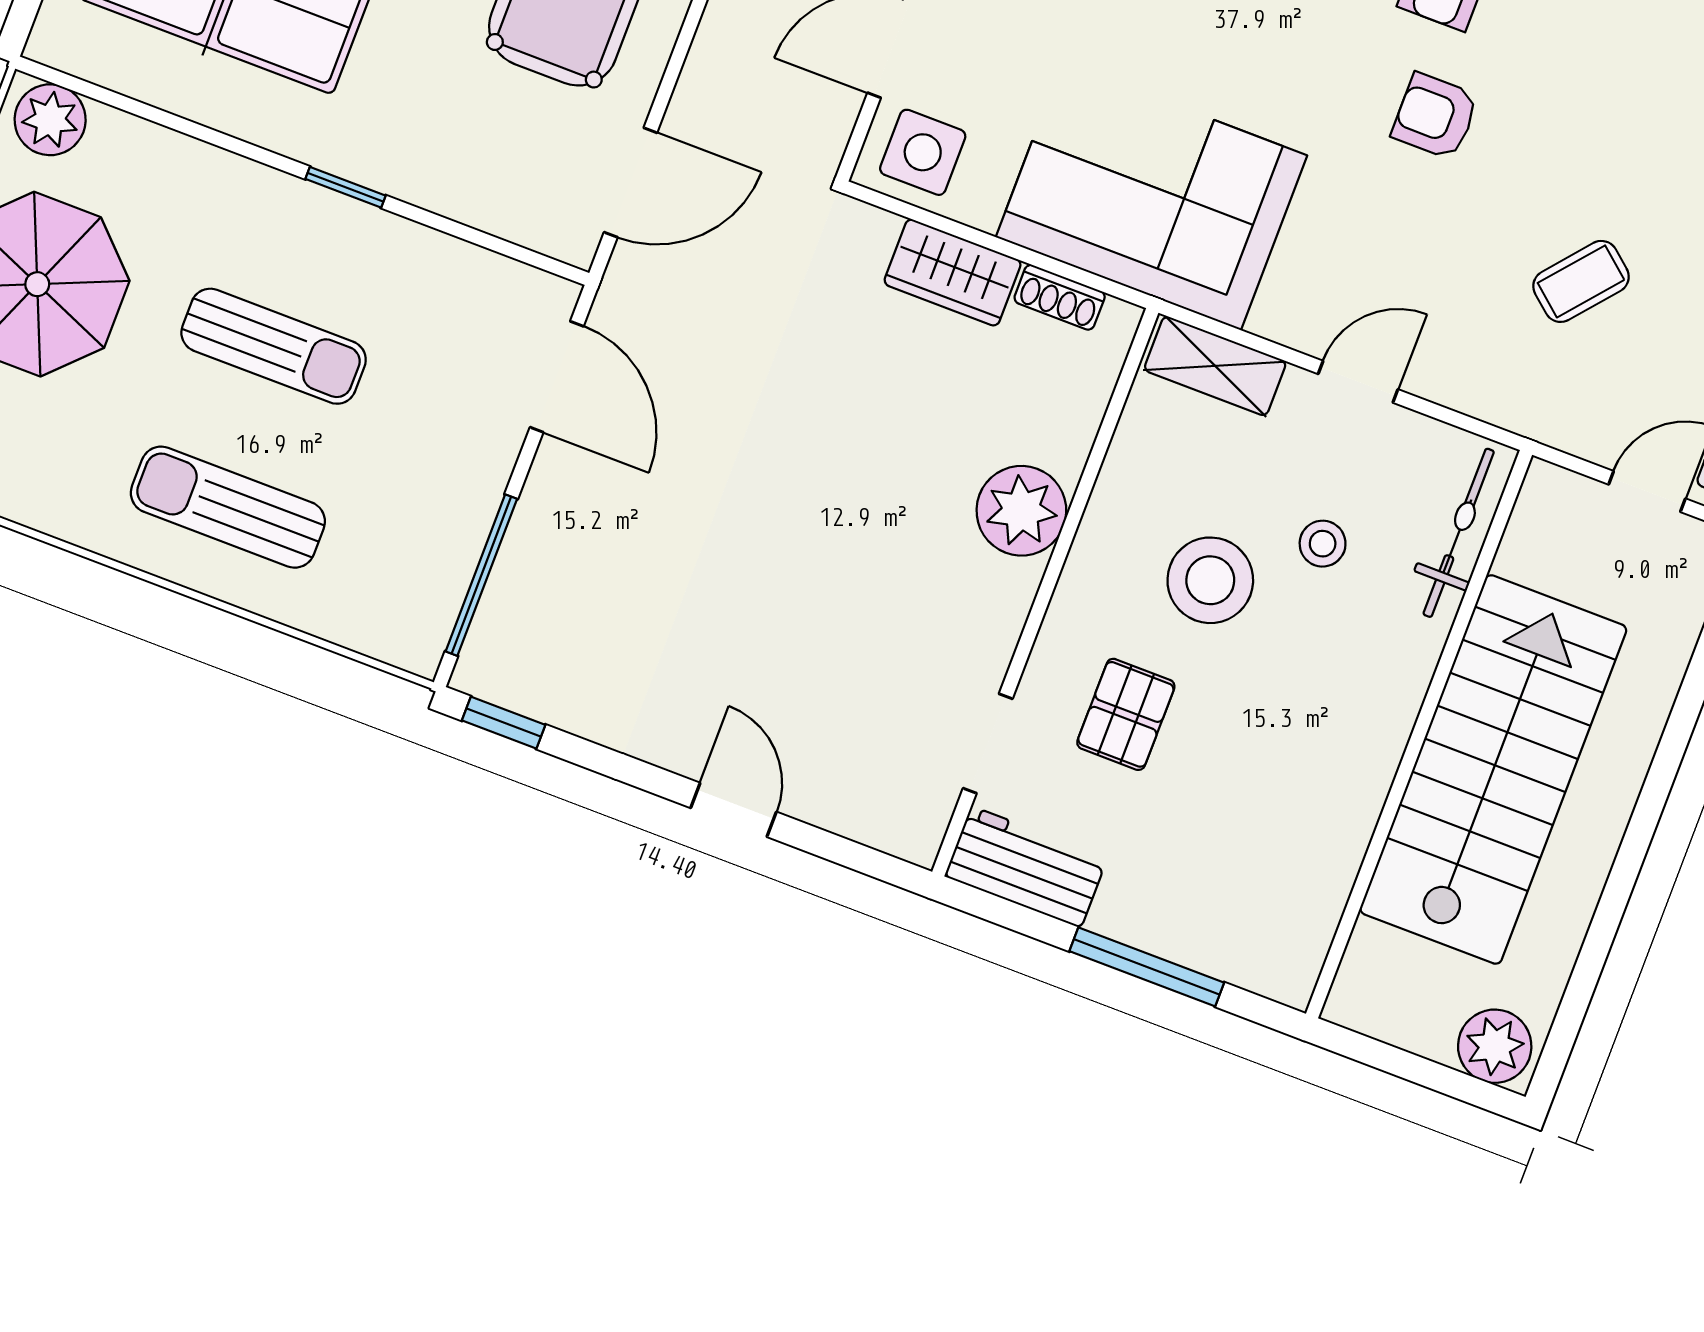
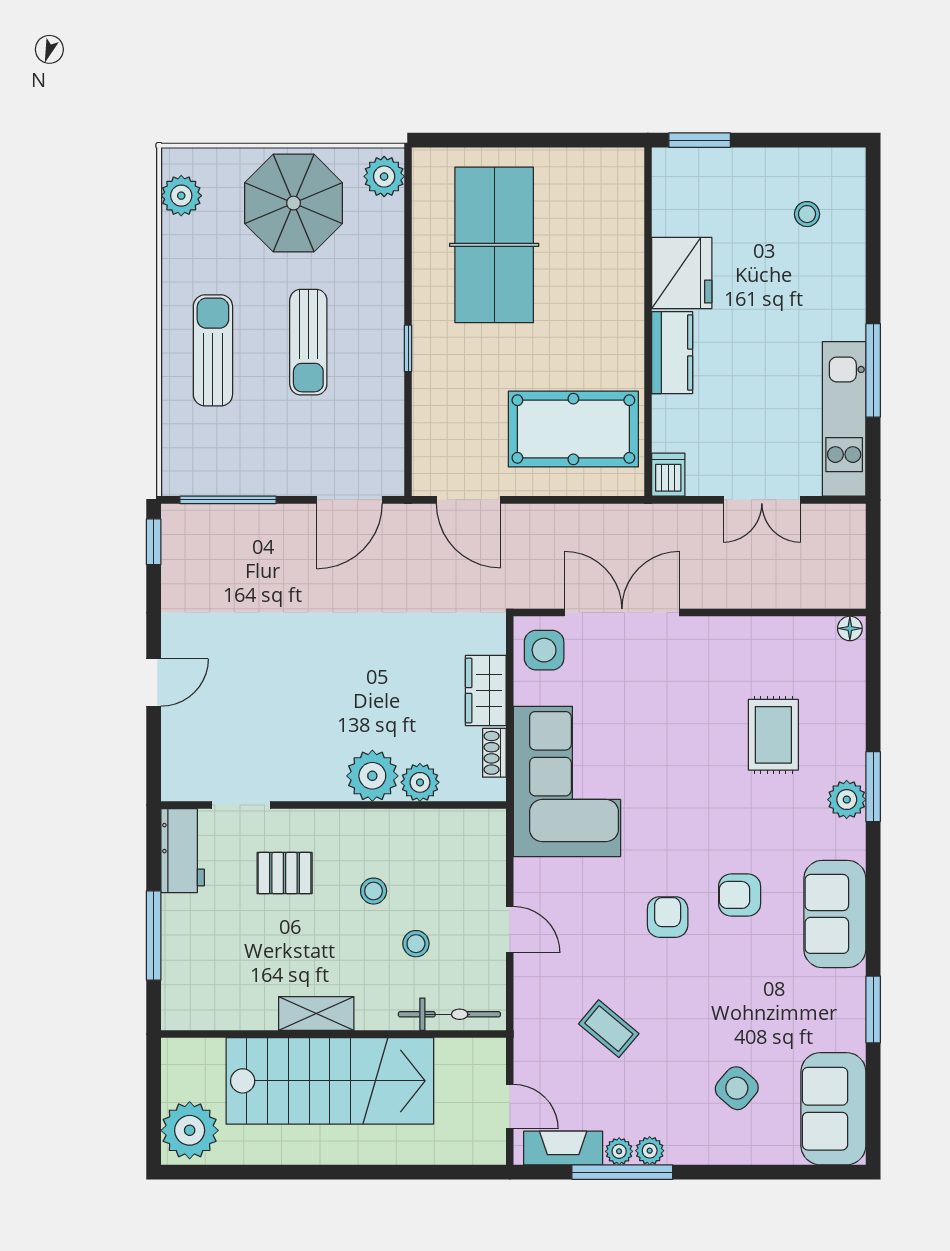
shelving: (1215, 366) -> (316, 1013), moved, turned 90
plant: (1062, 437) -> (420, 782), added
stool: (1210, 580) -> (374, 891), width x0.53, depth x0.53
plant: (1495, 1046) -> (190, 1130), width x1.36, depth x1.36

